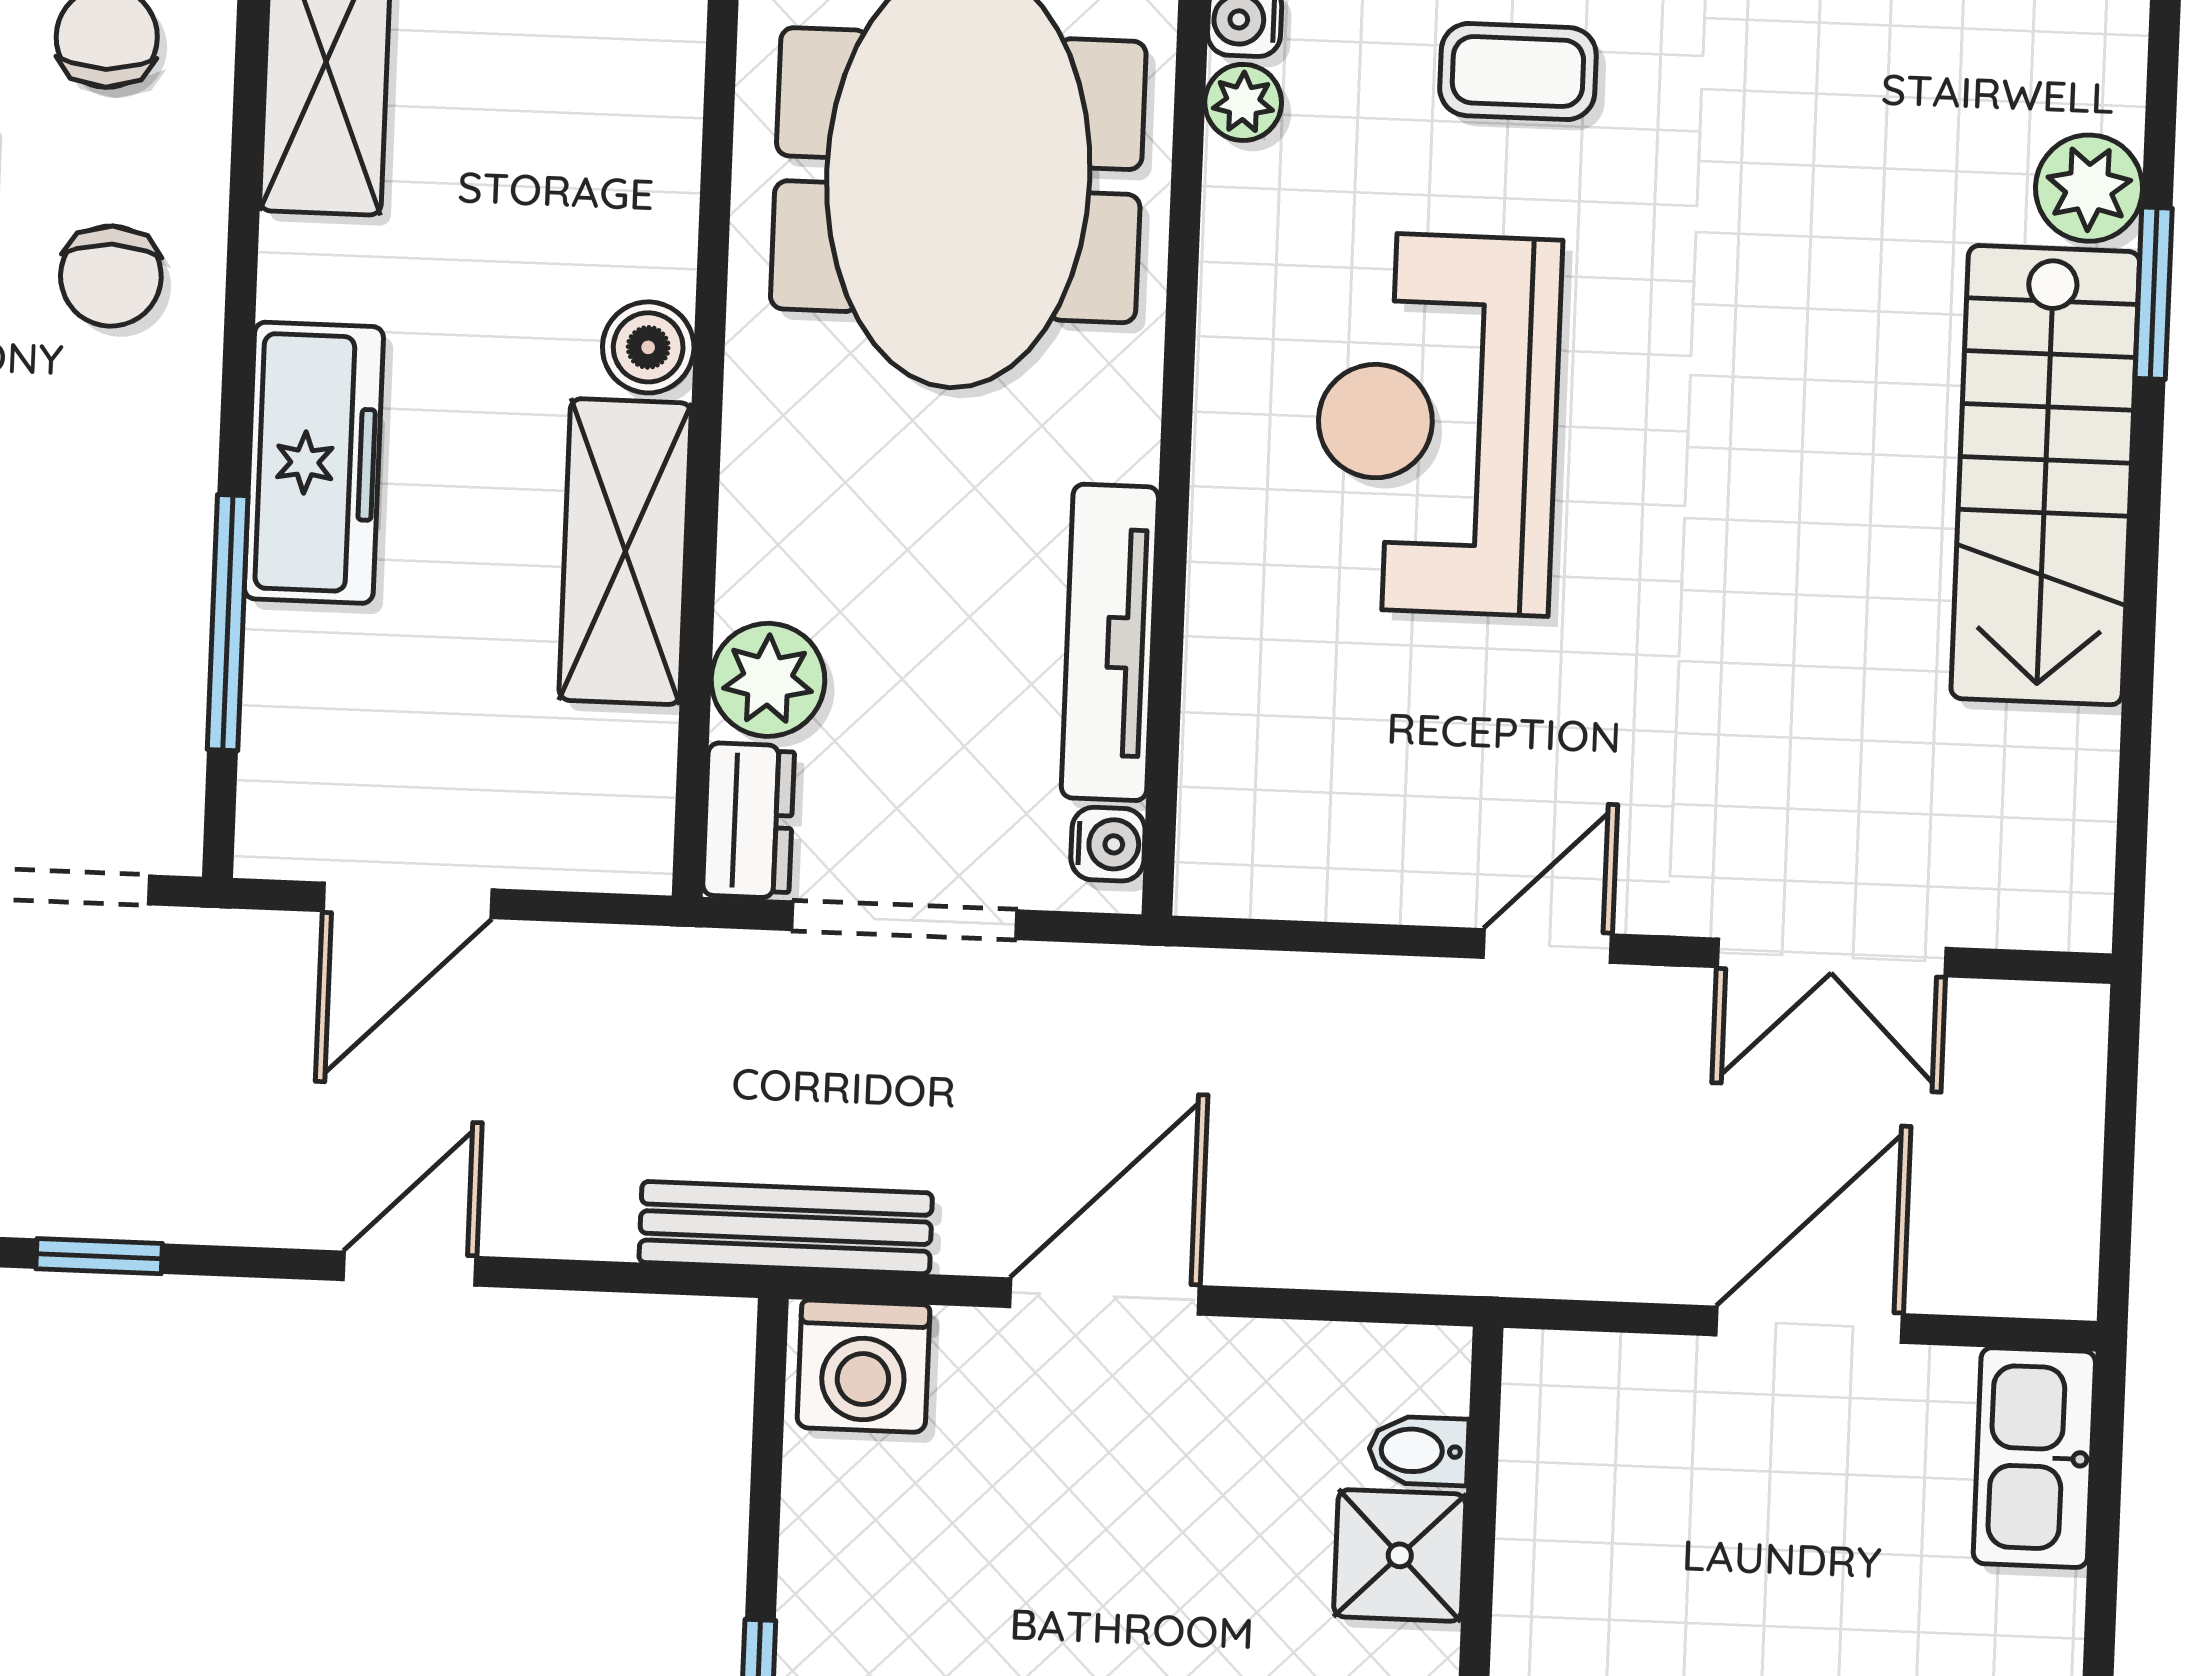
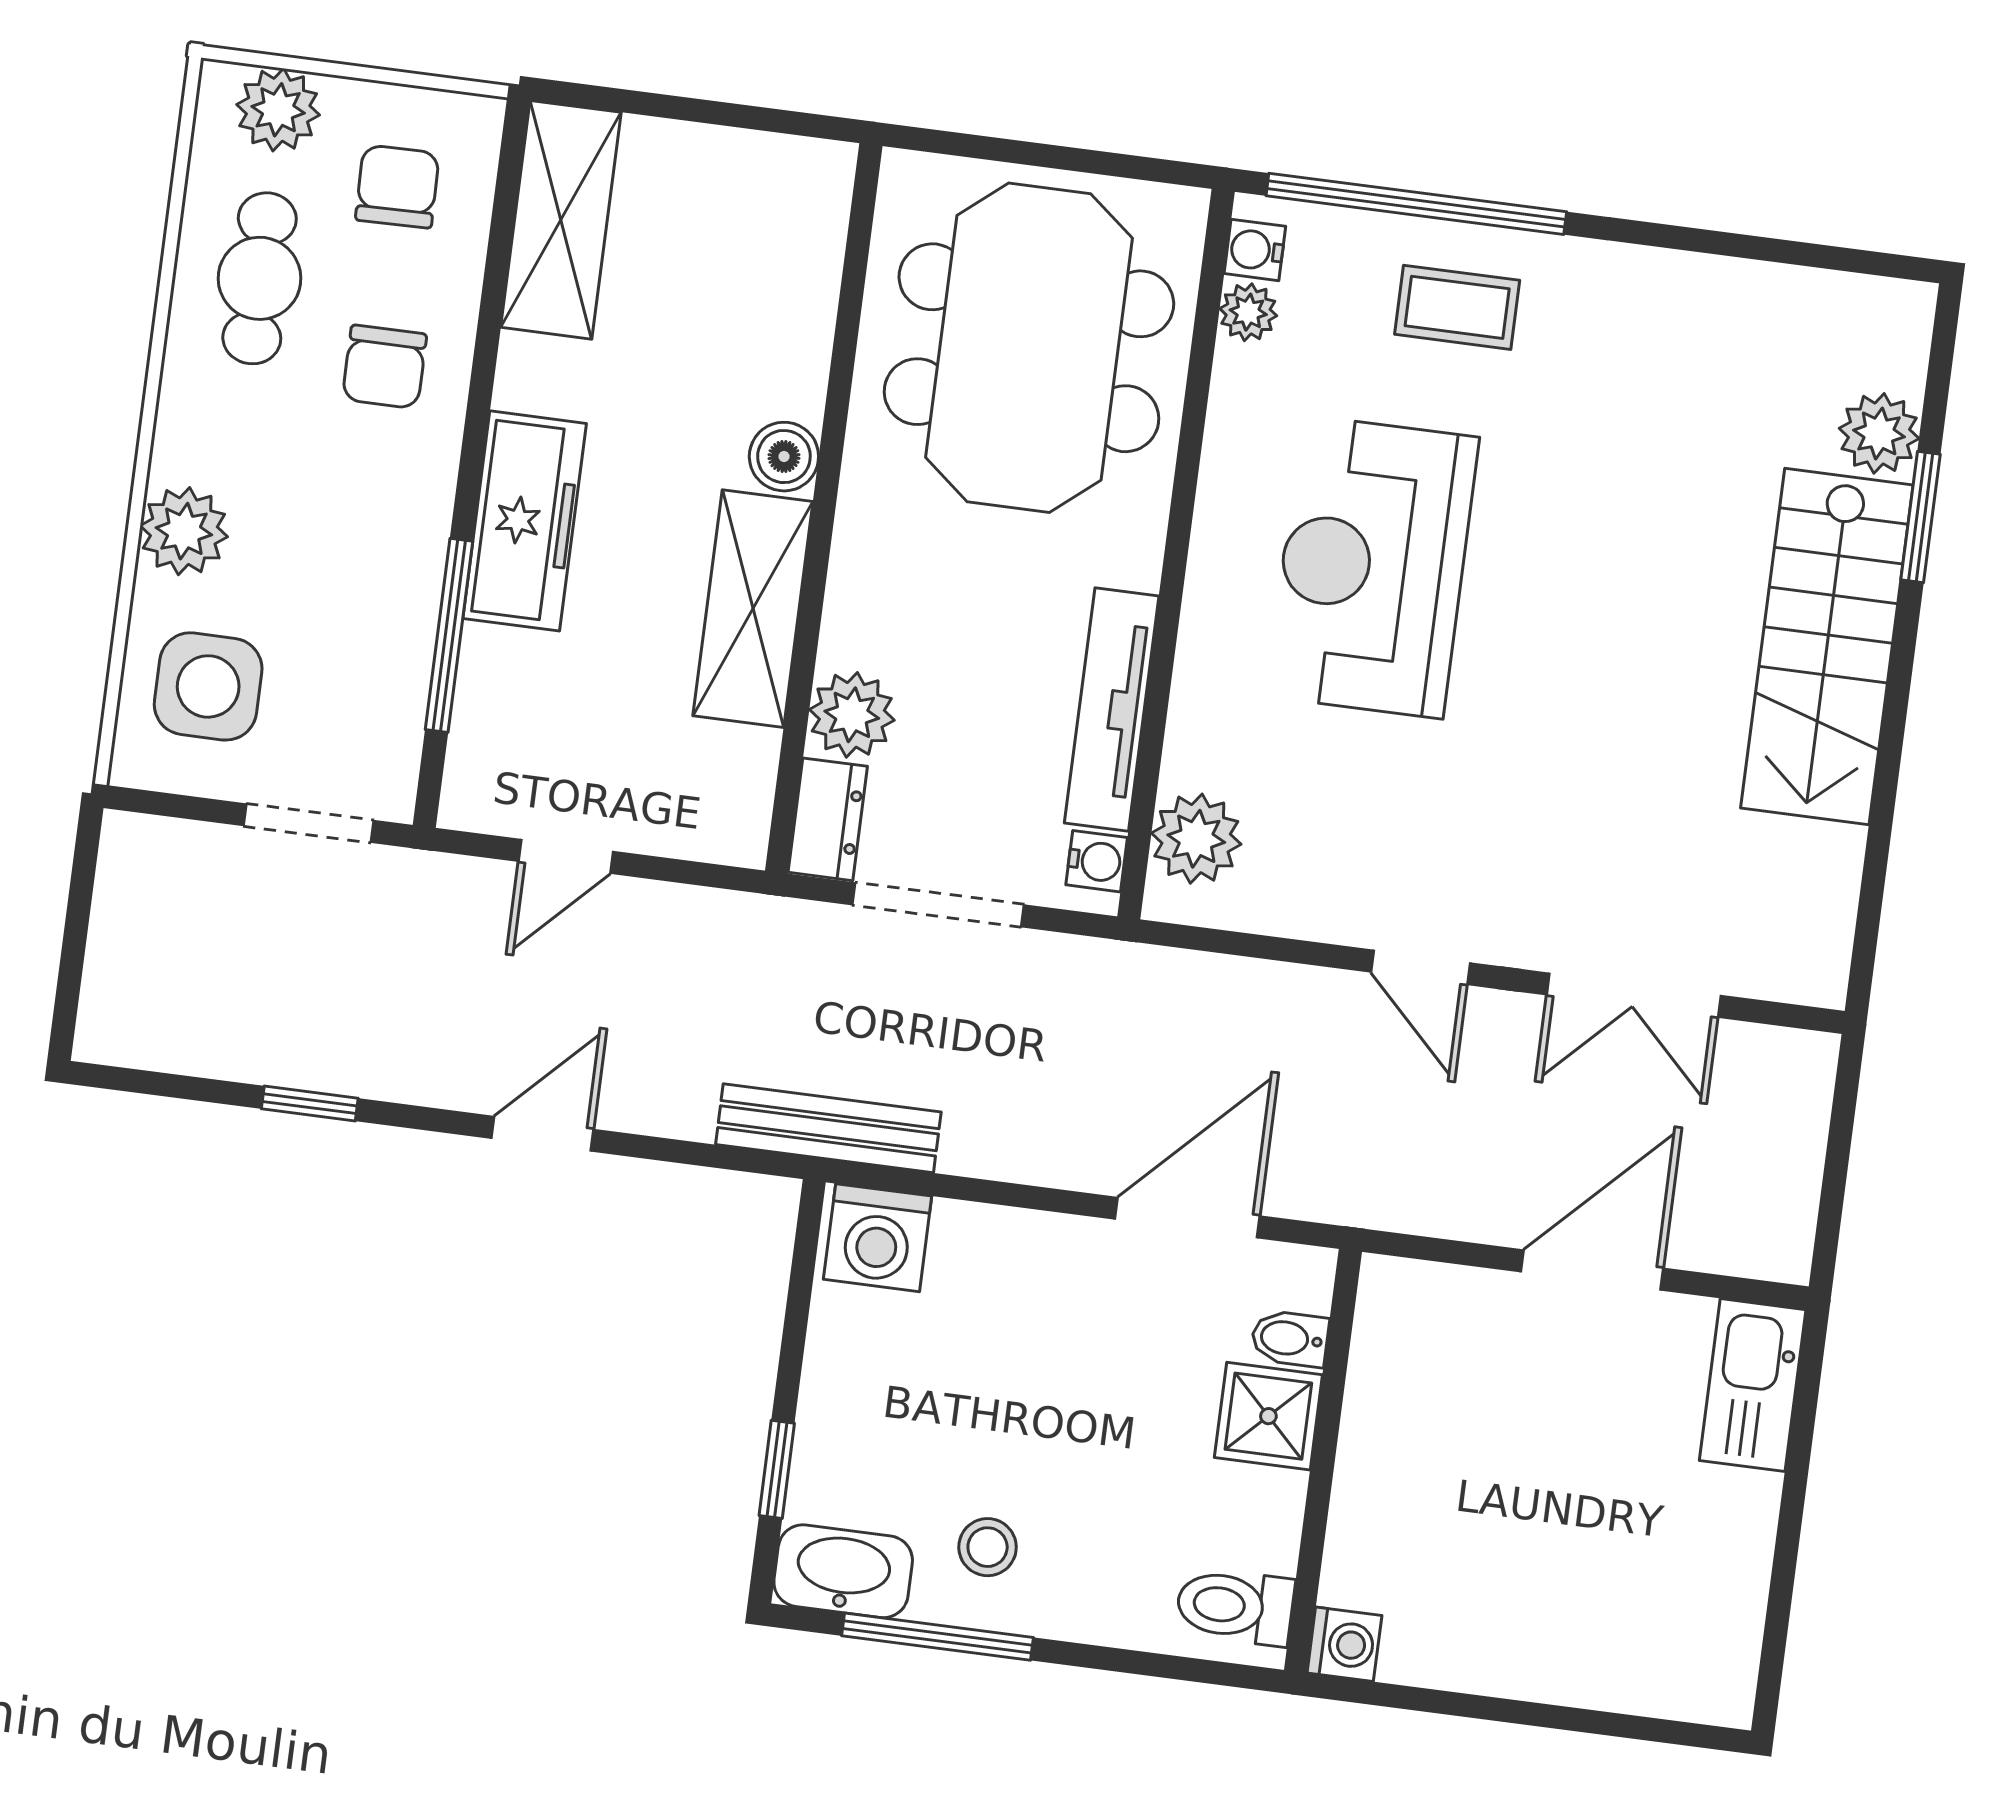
plant: (1237, 803) -> (1196, 839), added
door: (408, 900) -> (566, 856), width x0.73
door: (1547, 946) -> (1421, 967), swing flipped
door: (1105, 1297) -> (1187, 1218), moved

